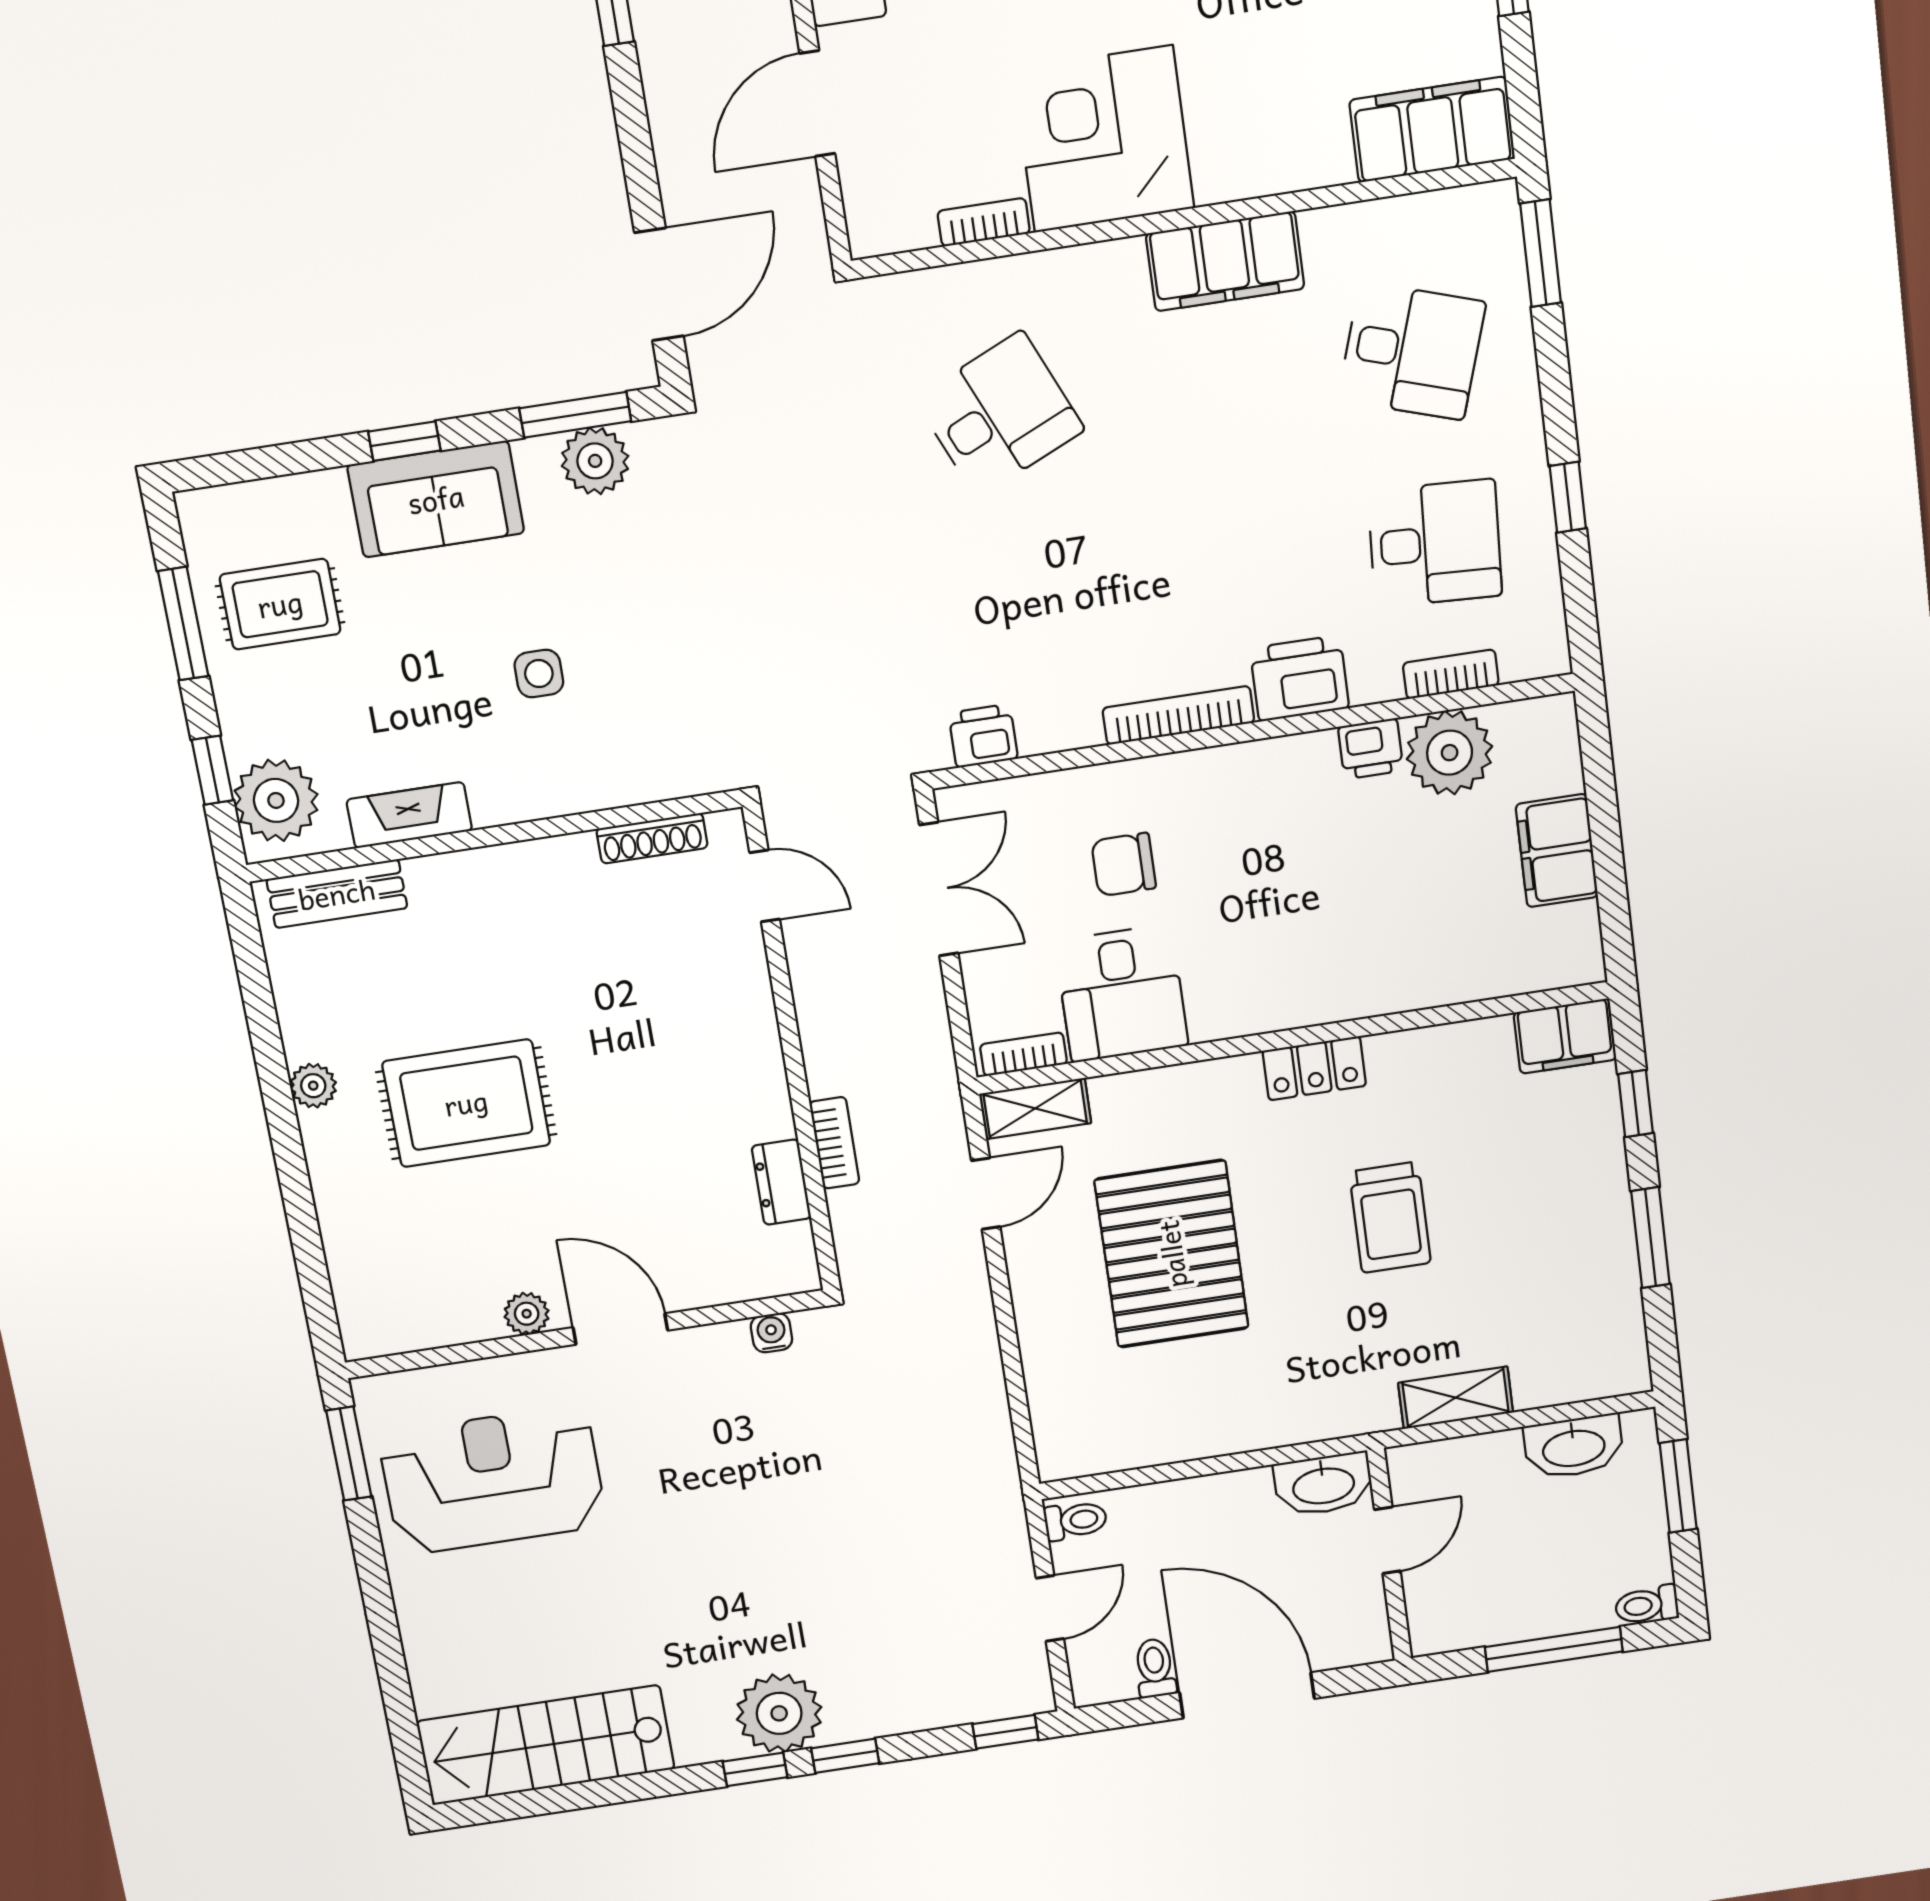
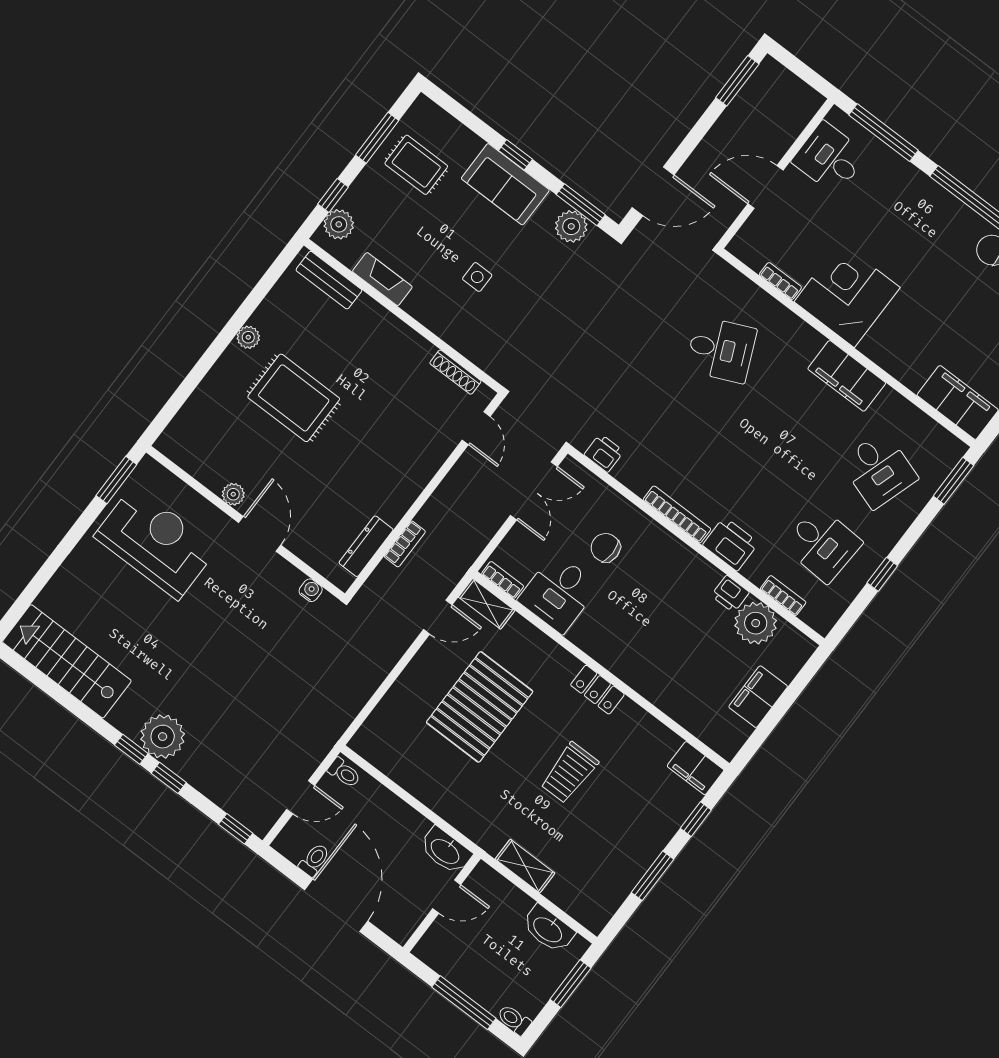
plant: (276, 800) -> (339, 224), width x0.73, depth x0.73
dresser: (781, 1182) -> (366, 546), width x1.44

